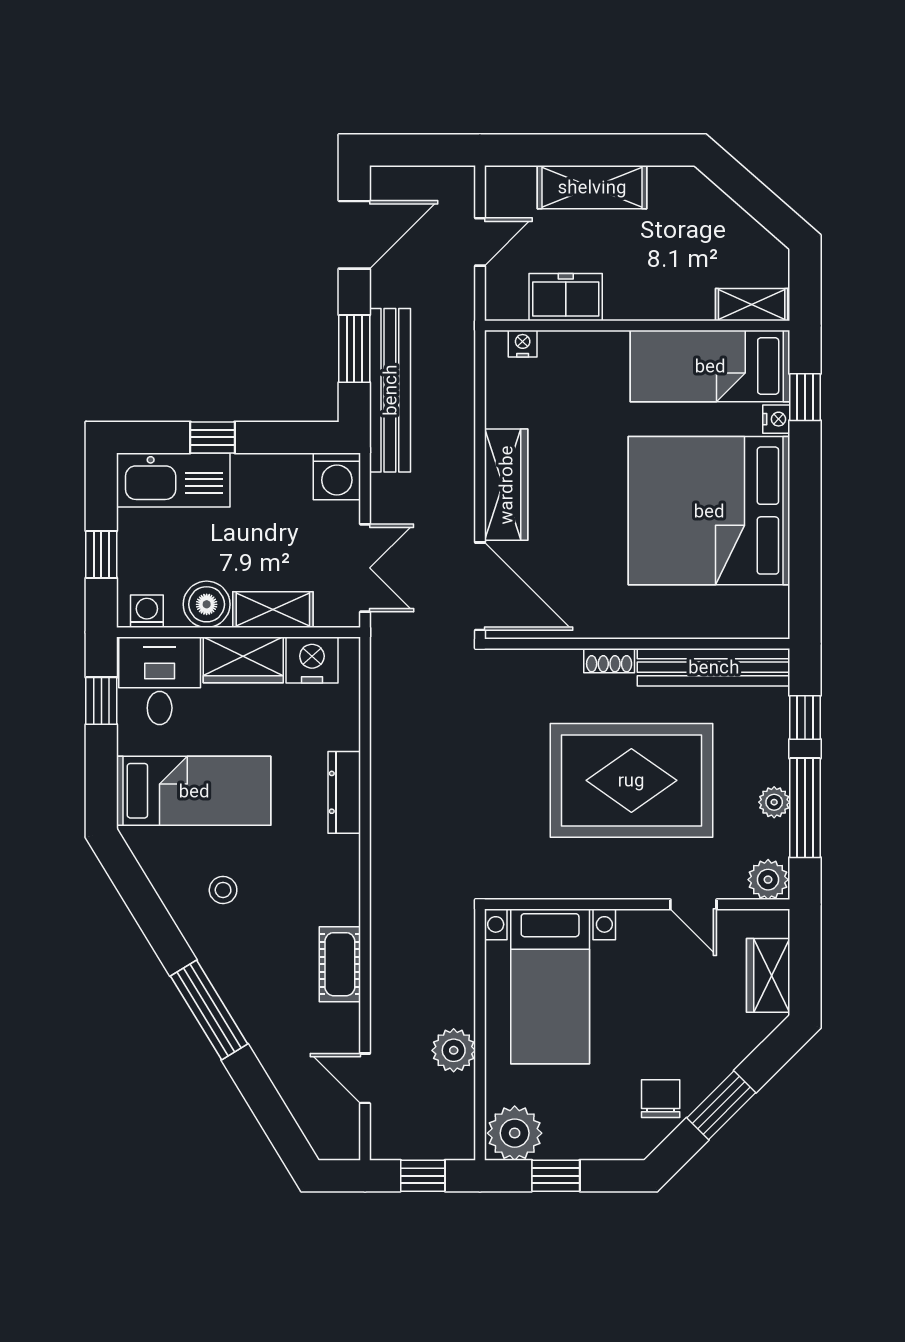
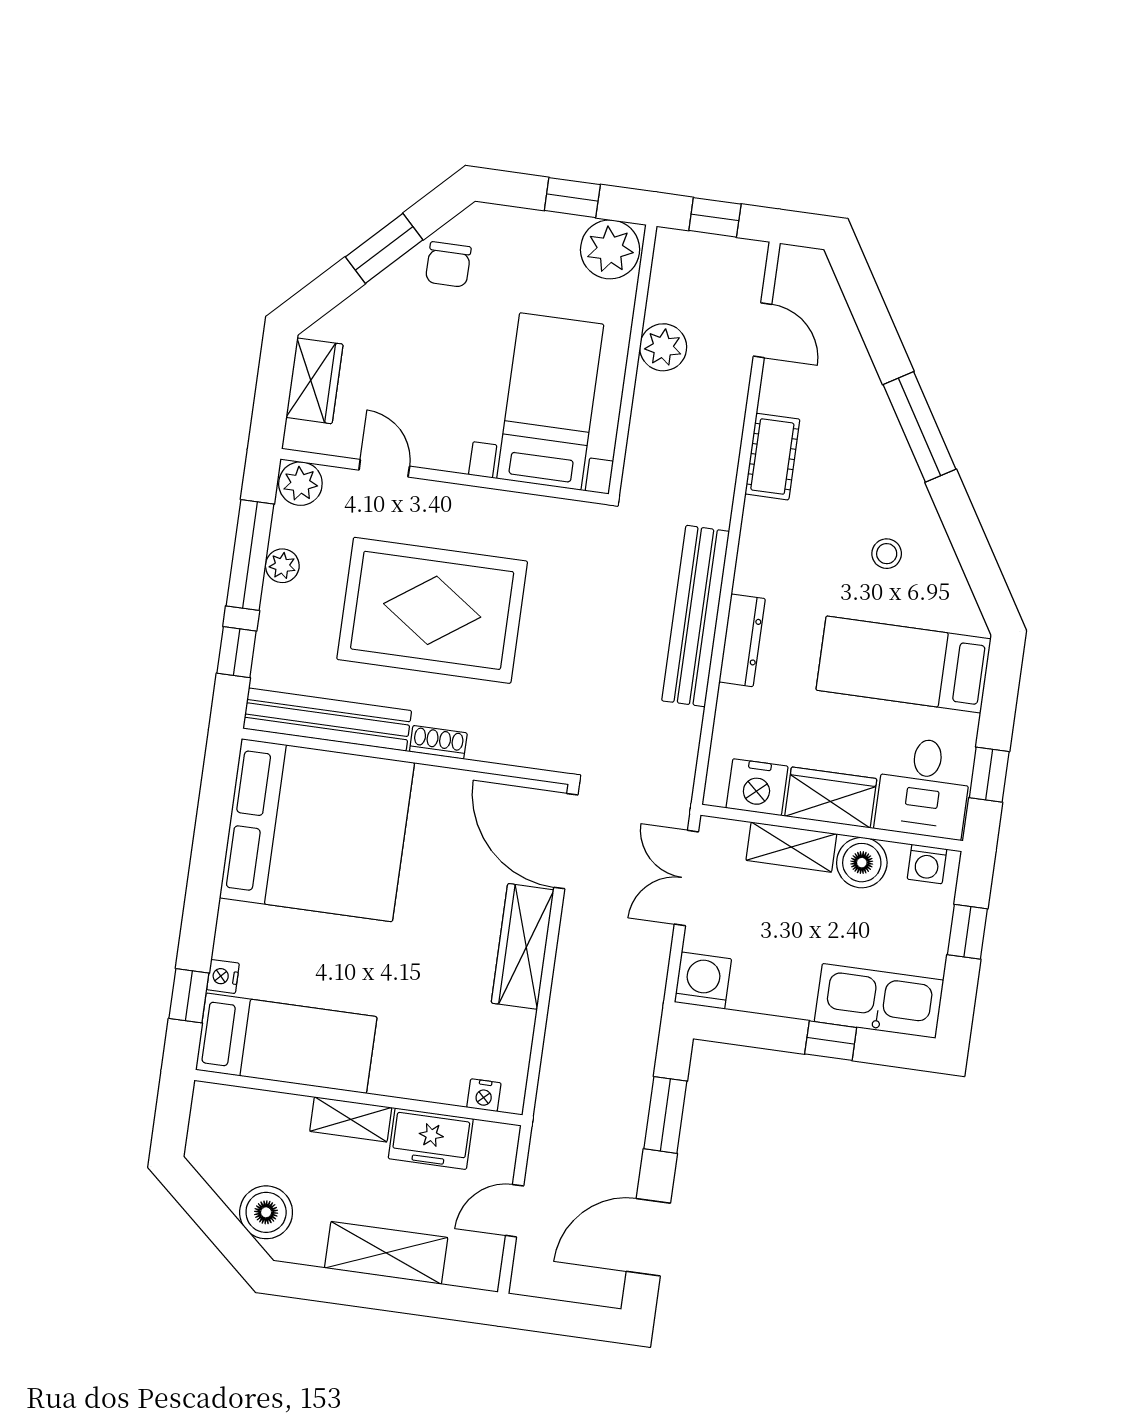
boiler: (707, 209) -> (266, 1212), added
shelving: (752, 305) -> (351, 1119), moved
bench: (390, 390) -> (696, 616), moved
bed: (709, 511) -> (317, 830), moved

